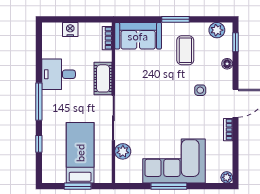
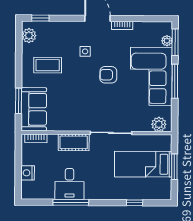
window: (176, 19) -> (18, 101), moved
floor lamp: (227, 64) -> (60, 26), removed
window: (39, 102) -> (71, 202), moved
armchair: (175, 115) -> (108, 75), added
plant: (123, 151) -> (159, 124), moved
plant: (227, 177) -> (167, 41), moved
window: (210, 186) -> (175, 42), added

